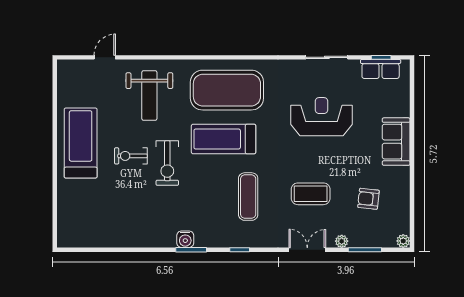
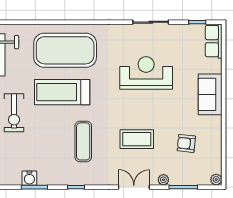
row of seats: (381, 69) -> (214, 41), moved, turned 90

